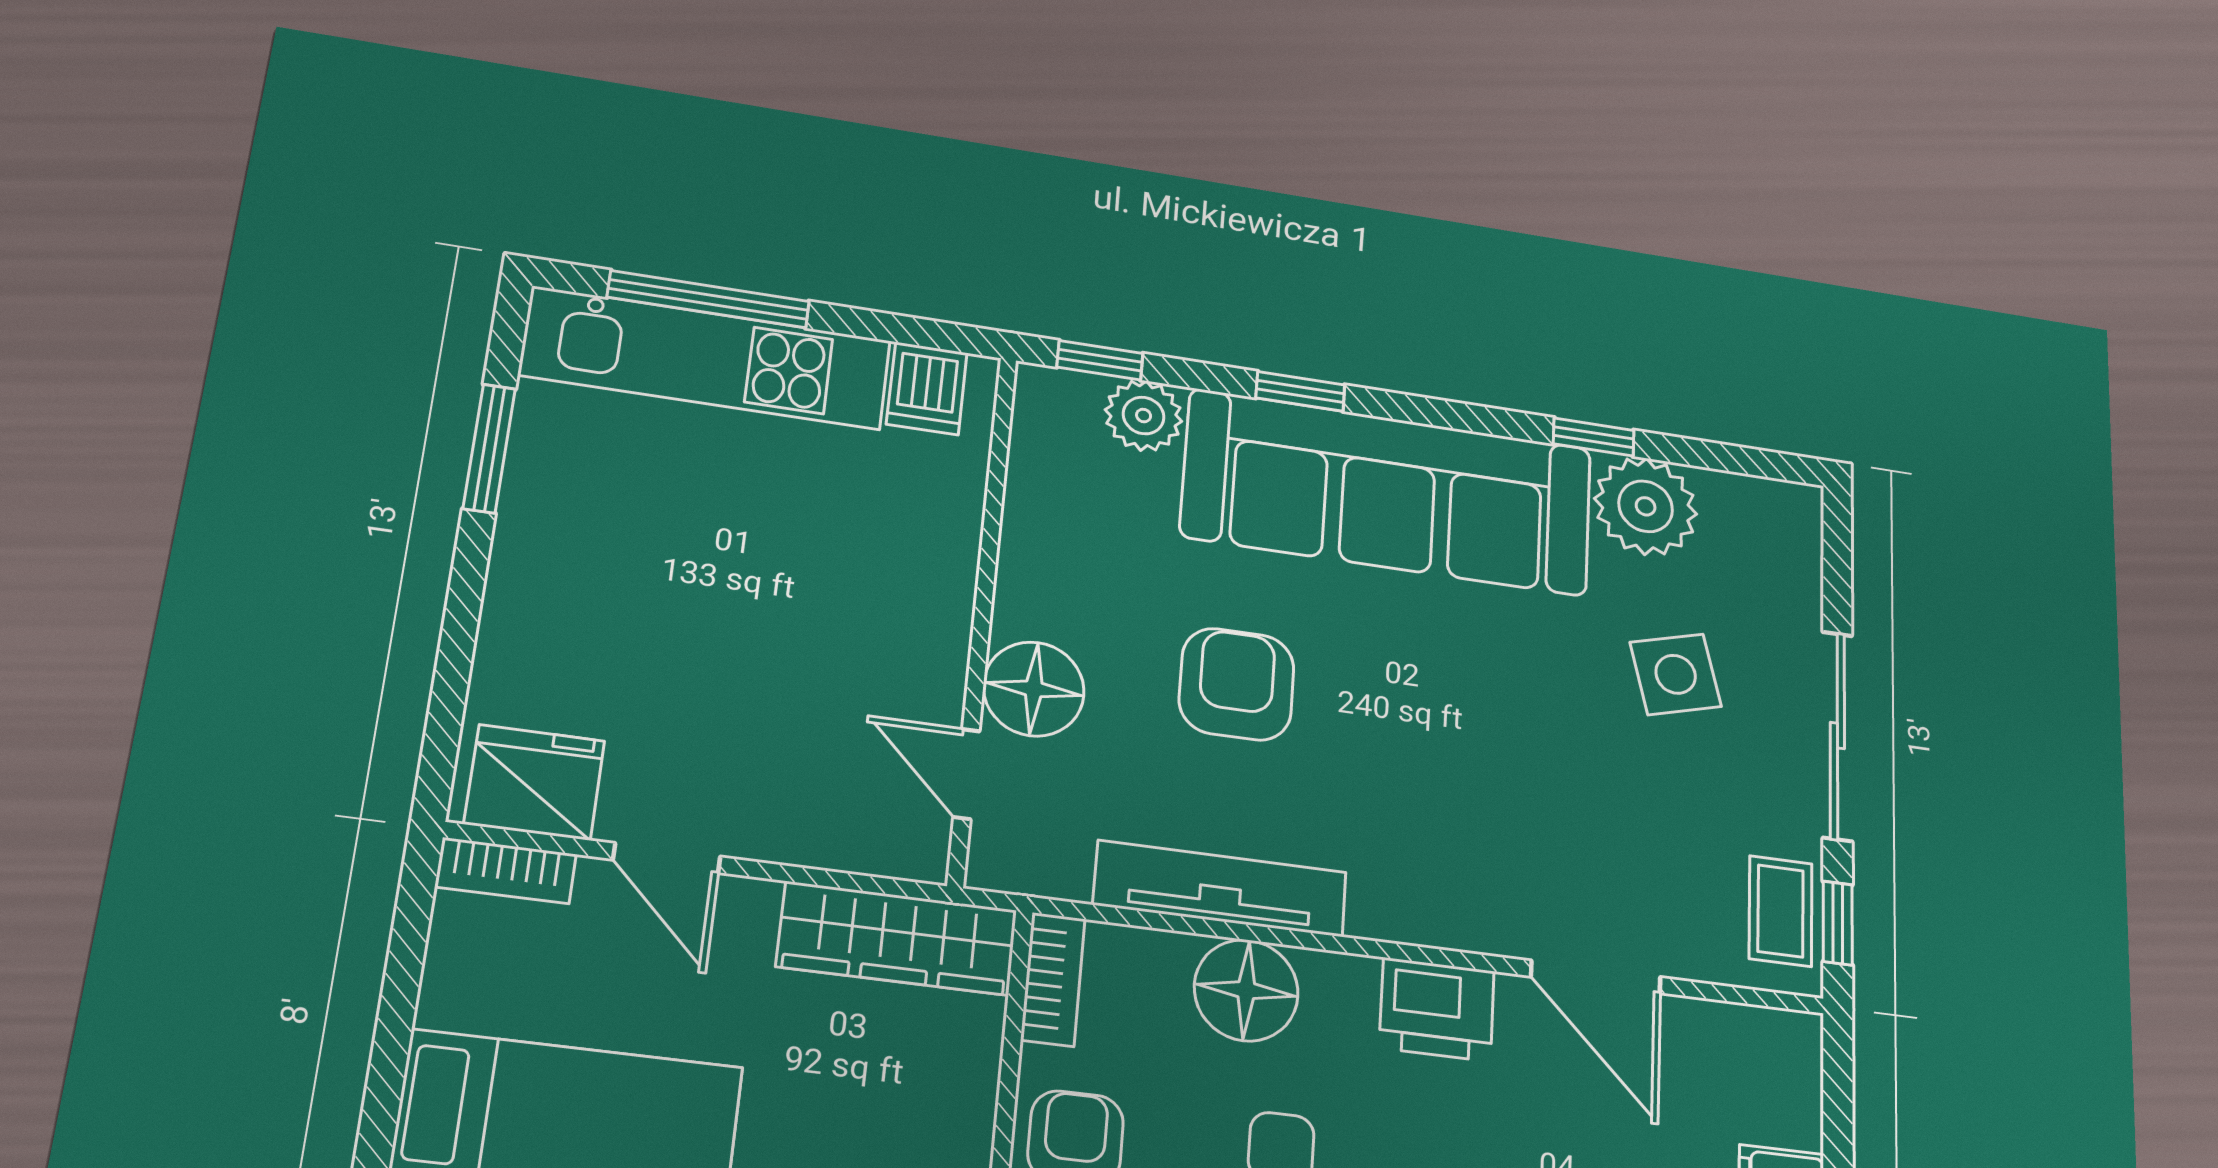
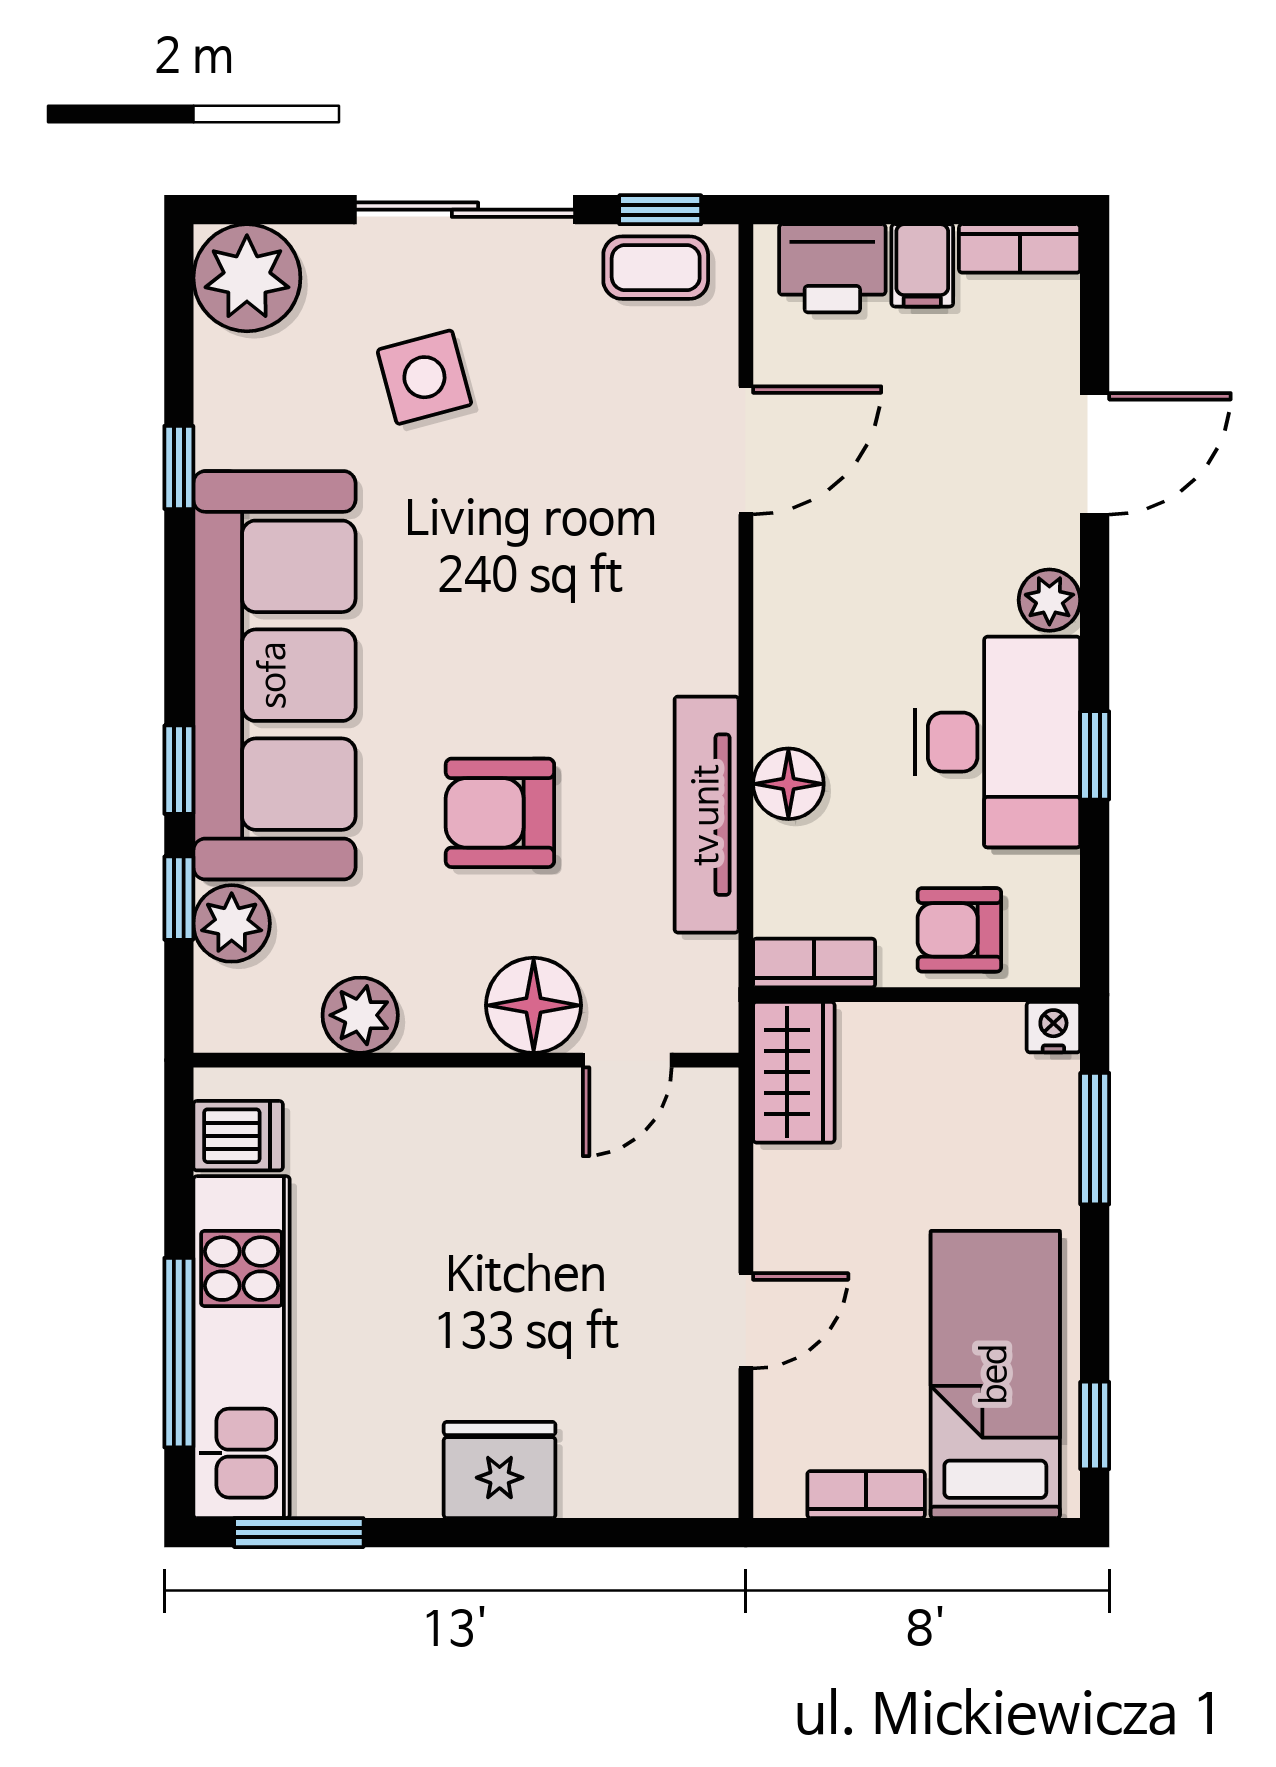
window: (1100, 360) -> (179, 898), moved
window: (489, 448) -> (299, 1533), moved
plant: (1646, 506) -> (247, 278), moved
plant: (1039, 521) -> (360, 1015), added
fridge: (535, 782) -> (500, 1470), moved, turned 90
bookcase: (506, 871) -> (866, 1495), moved, turned -90
wardrobe: (897, 938) -> (794, 1072), width x0.67
floor lamp: (1246, 990) -> (788, 784), width x0.73, depth x0.73
printer: (1437, 1009) -> (832, 268), moved, turned 90

